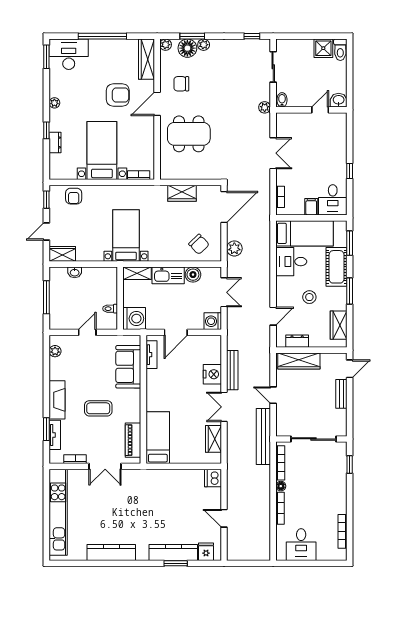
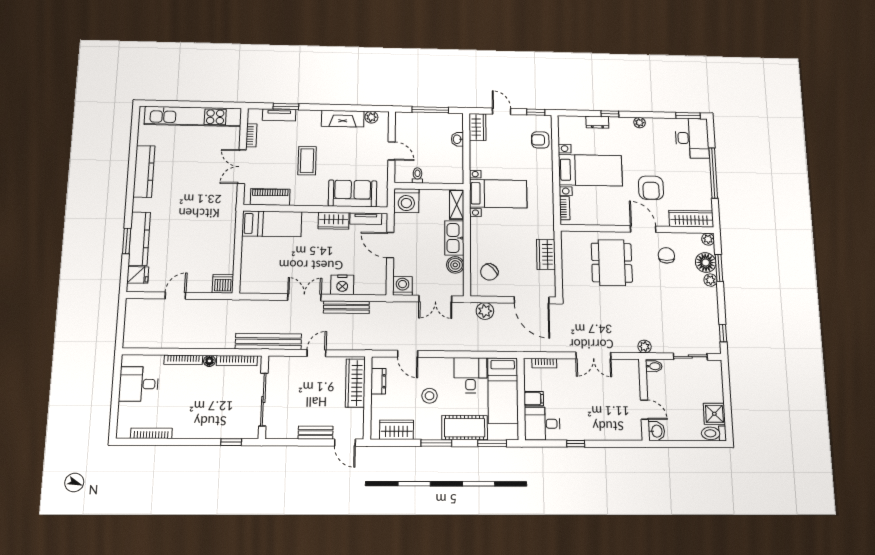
fireplace: (57, 400) -> (343, 119), moved
wardrobe: (213, 439) -> (334, 221), moved, turned 180

